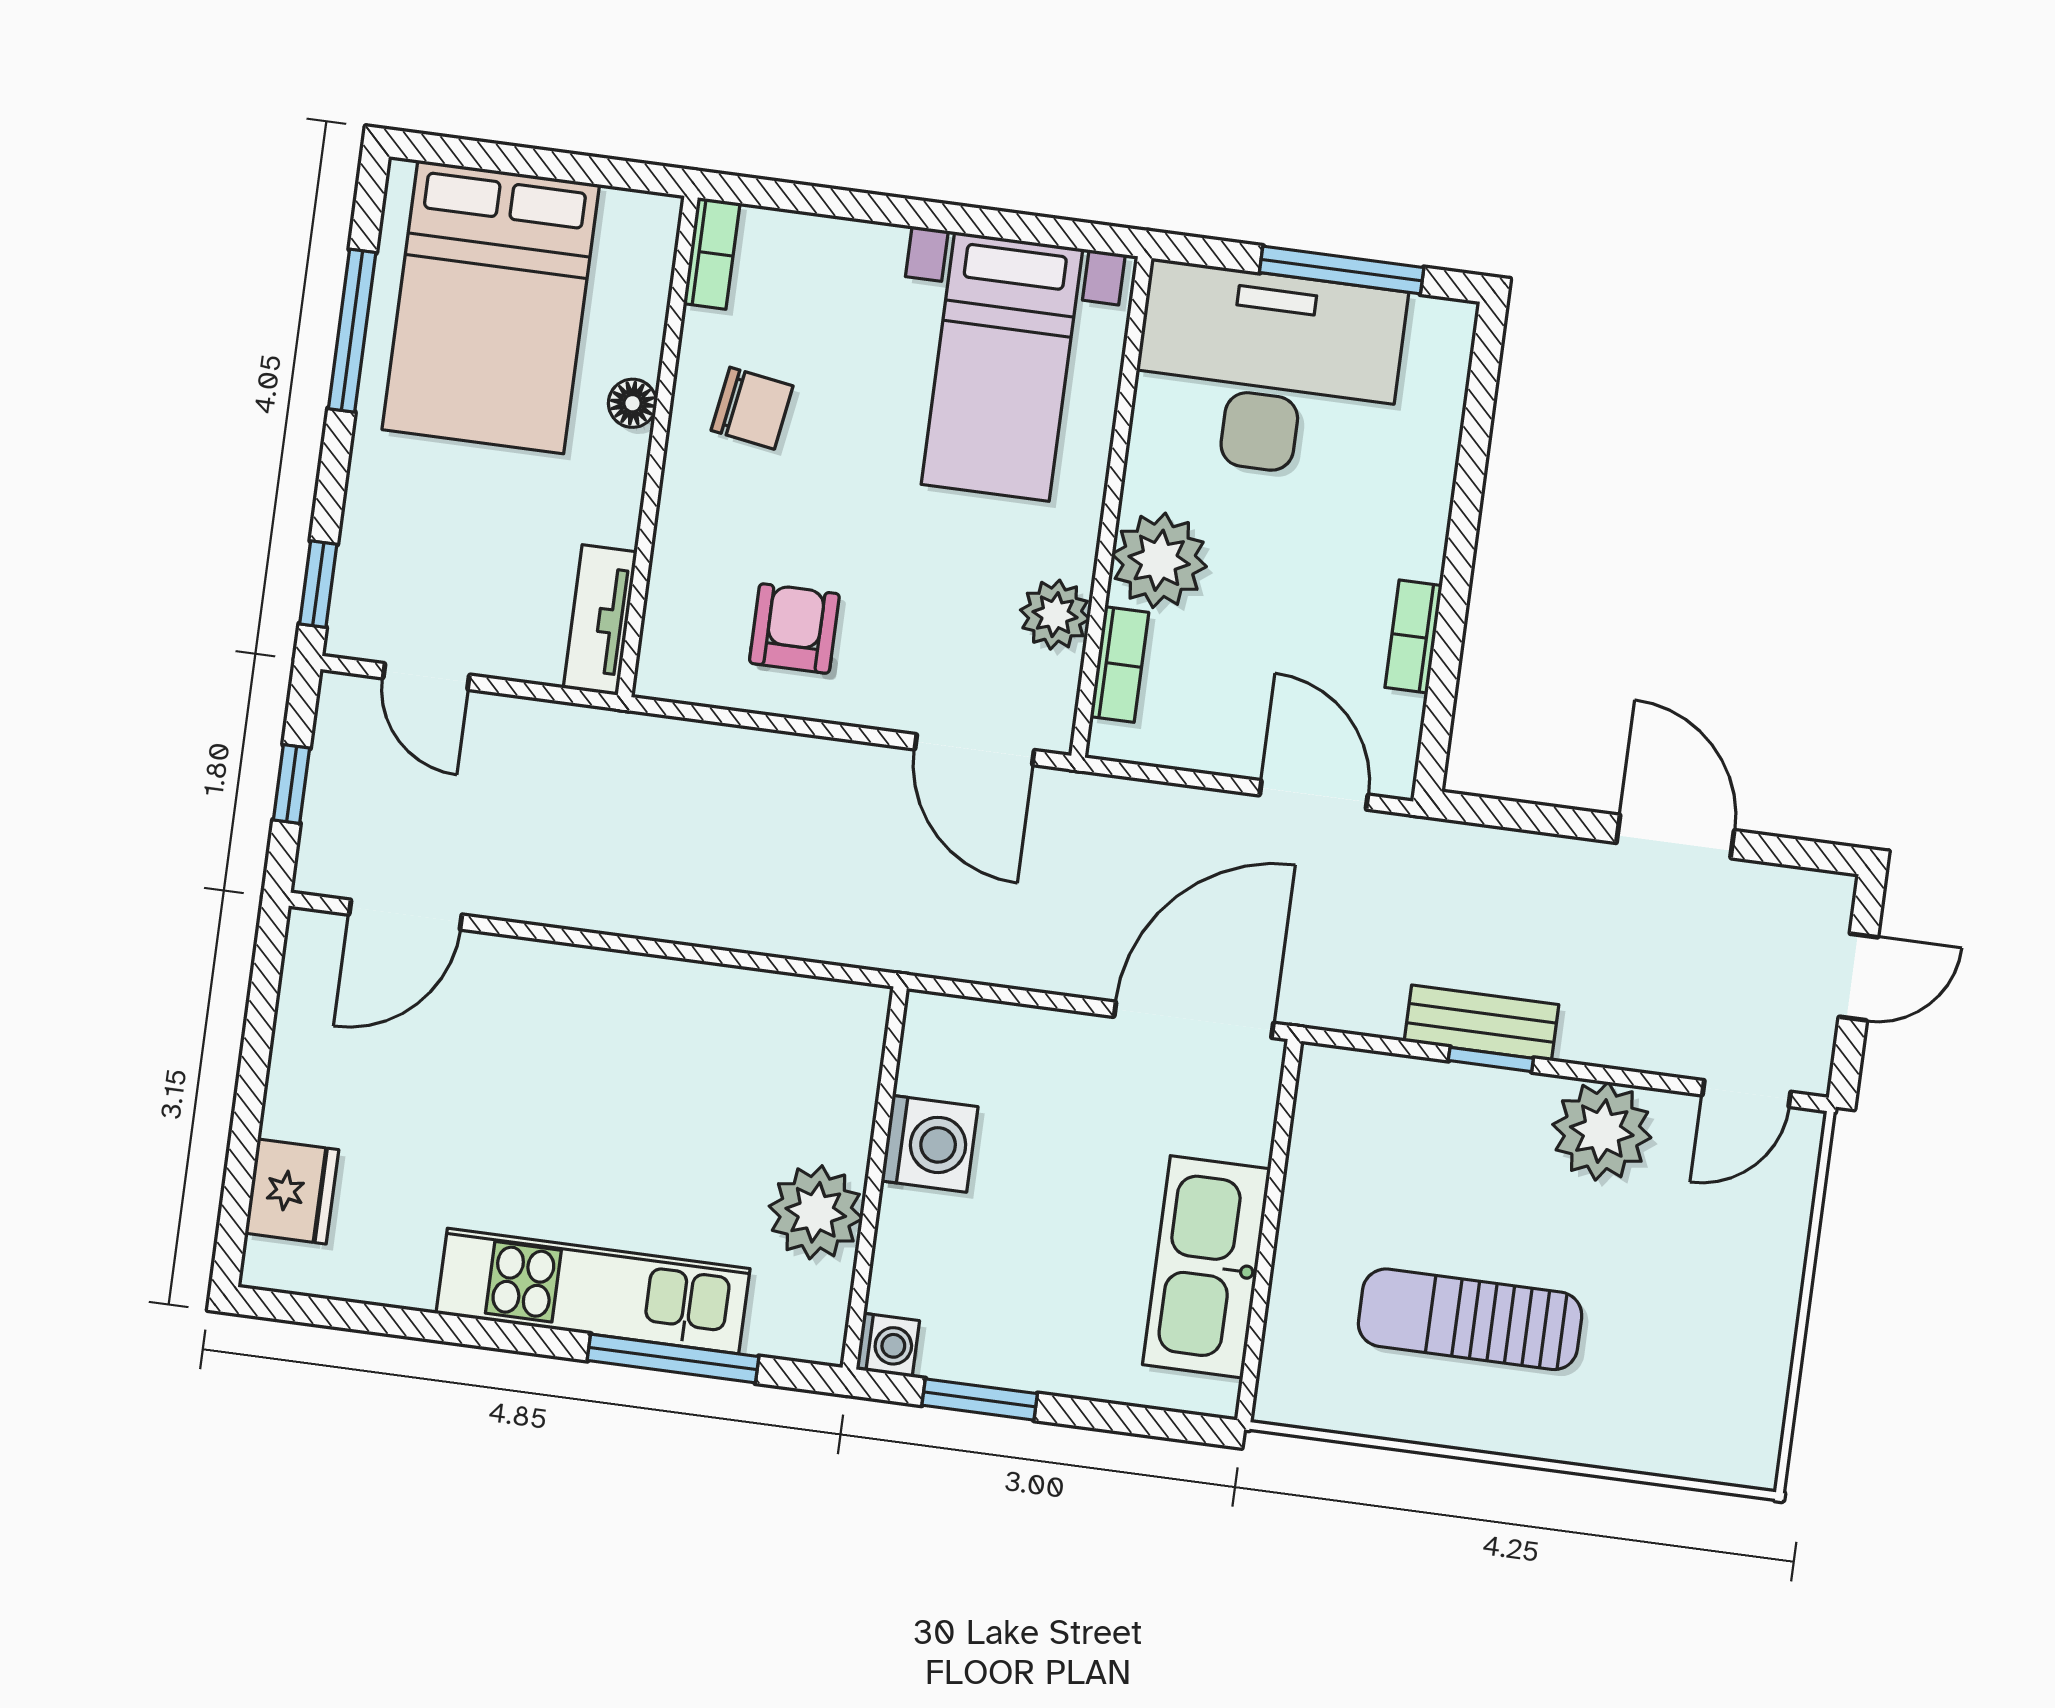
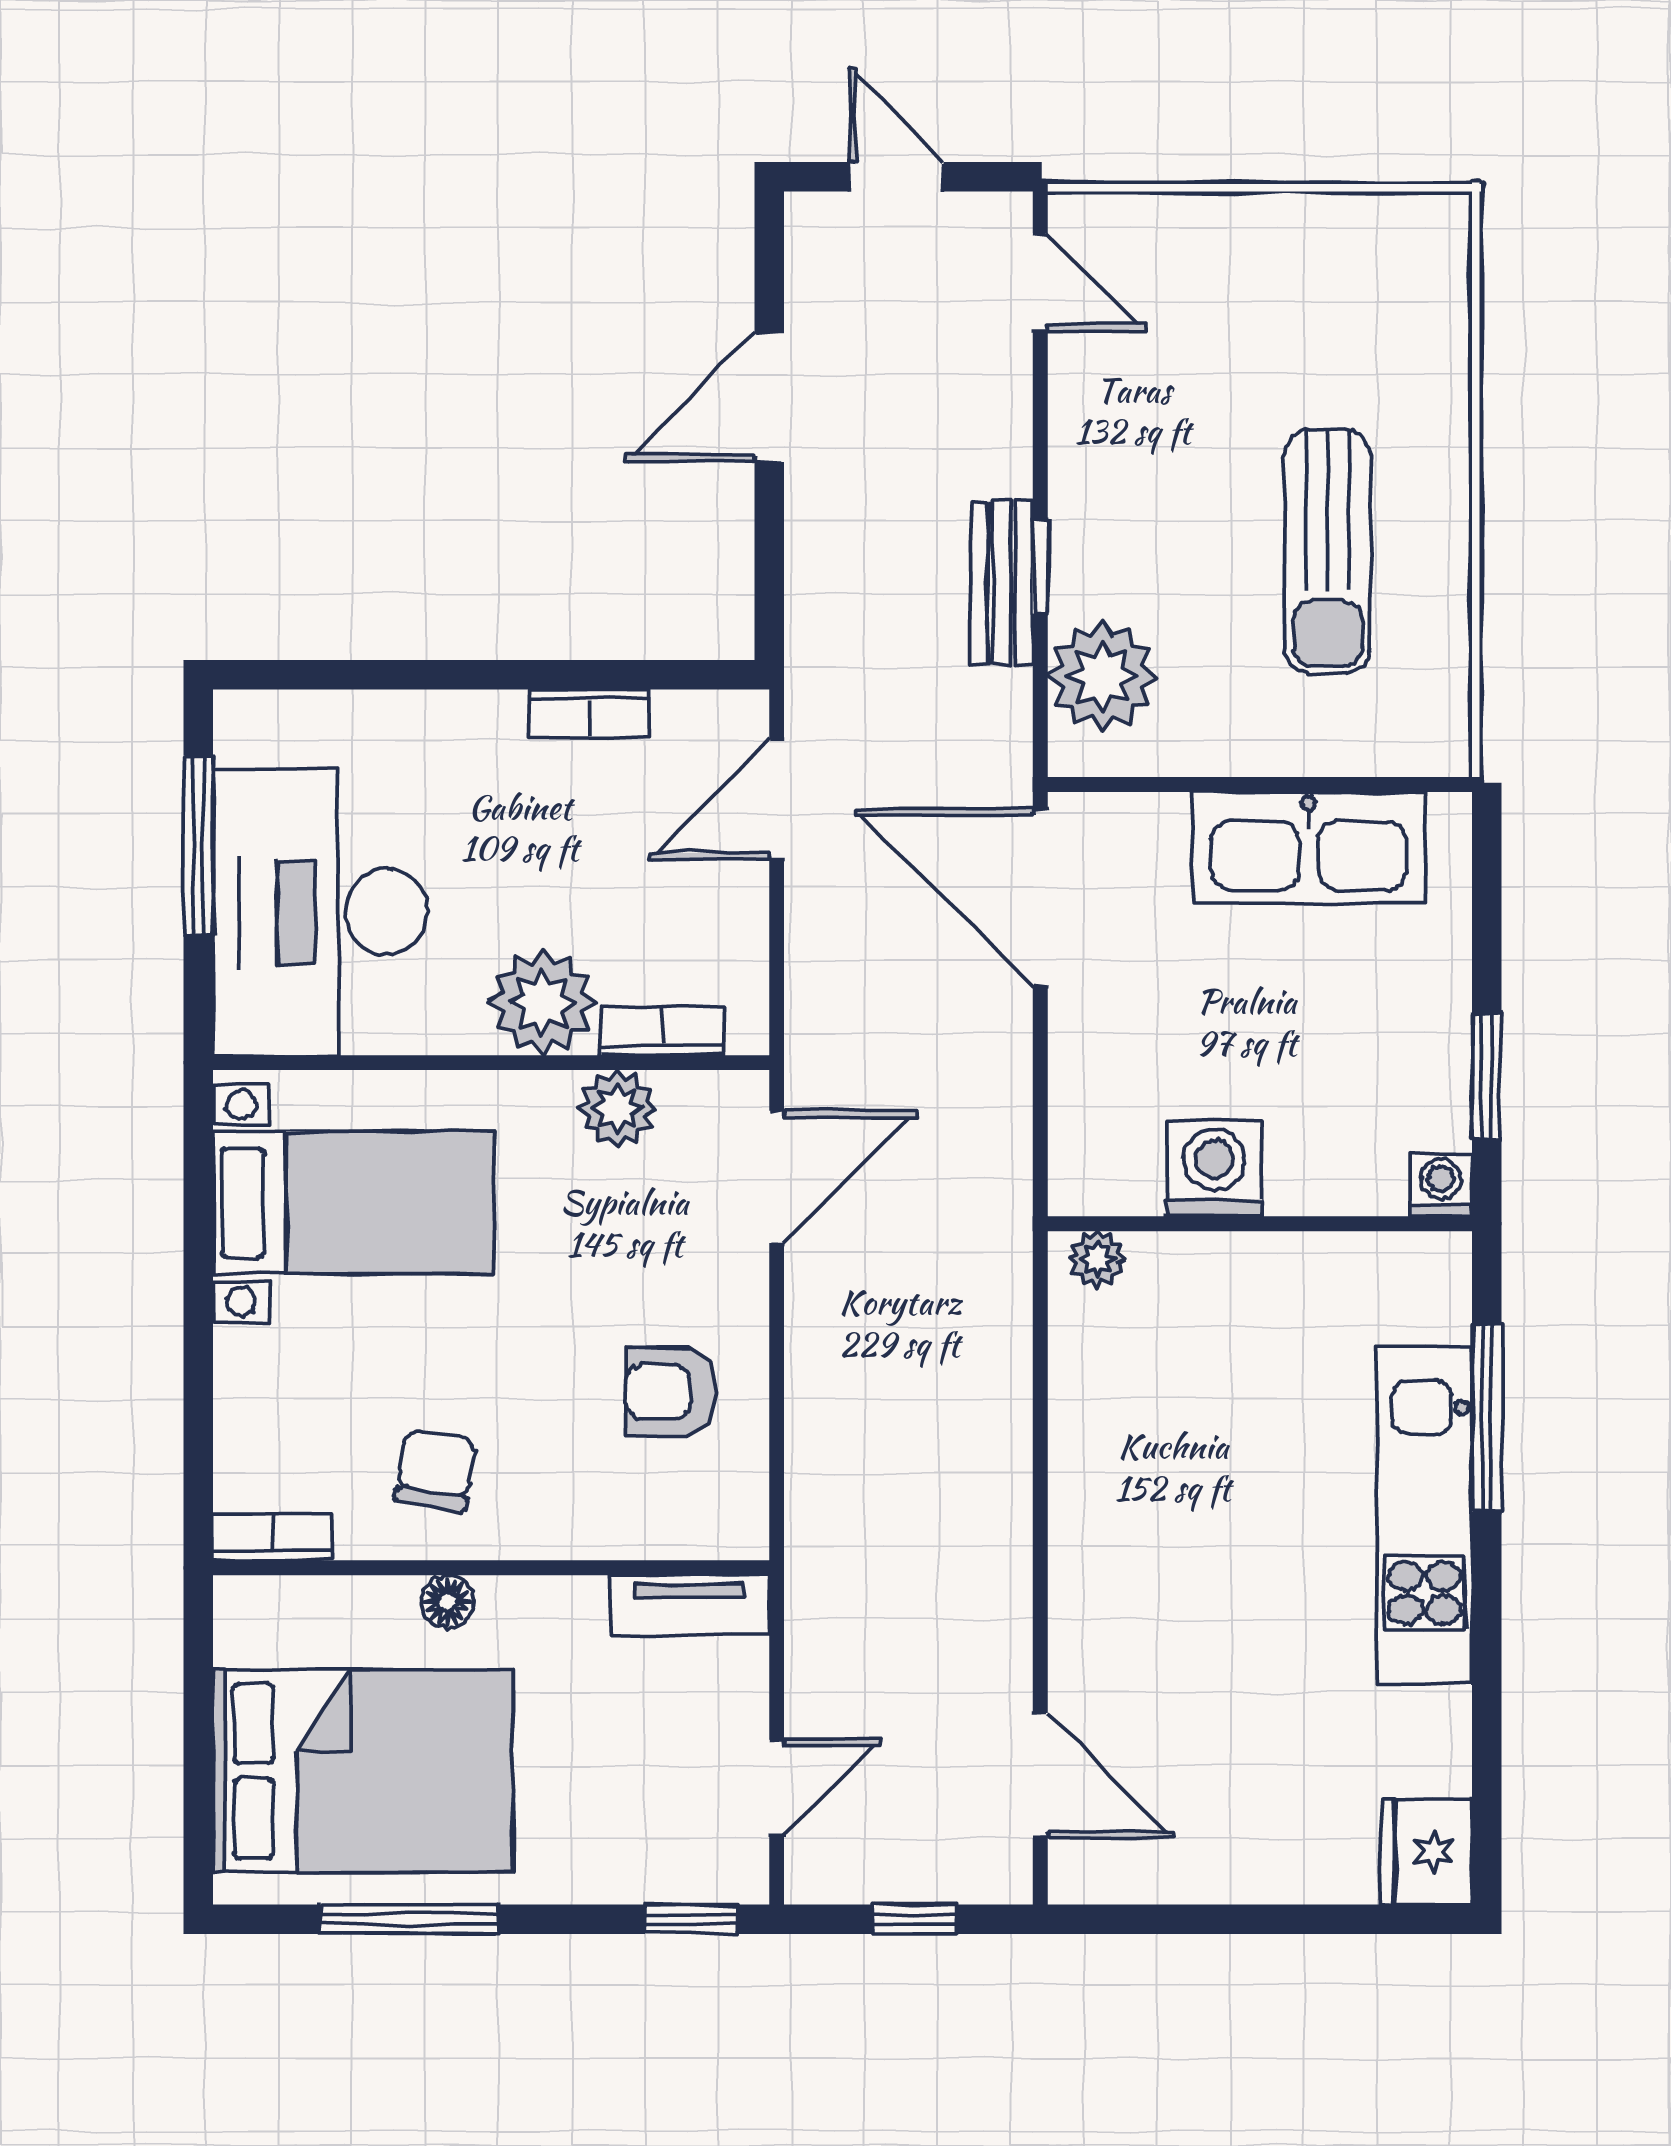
plant: (1602, 1131) -> (1102, 676), moved
fridge: (292, 1191) -> (1427, 1852), moved, turned -90
plant: (816, 1212) -> (1097, 1259), moved, width x0.53, depth x0.53

